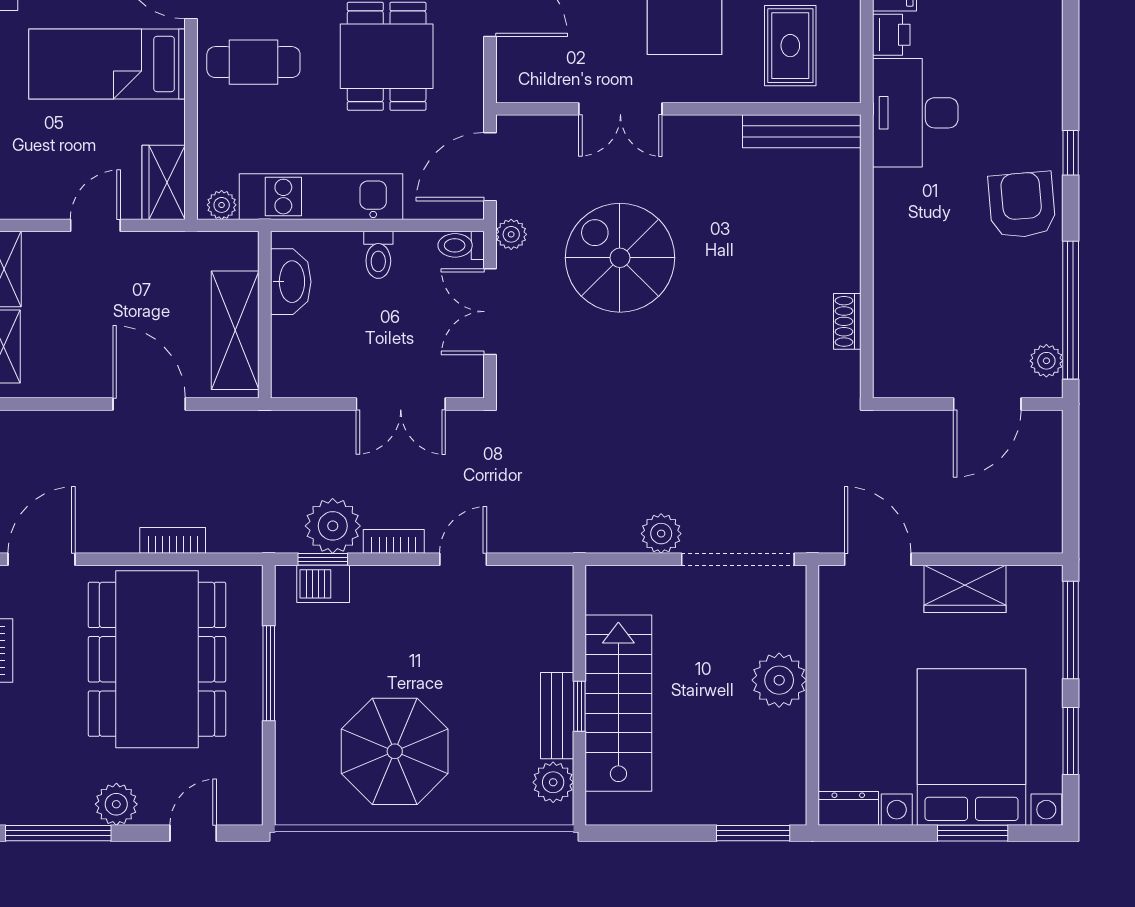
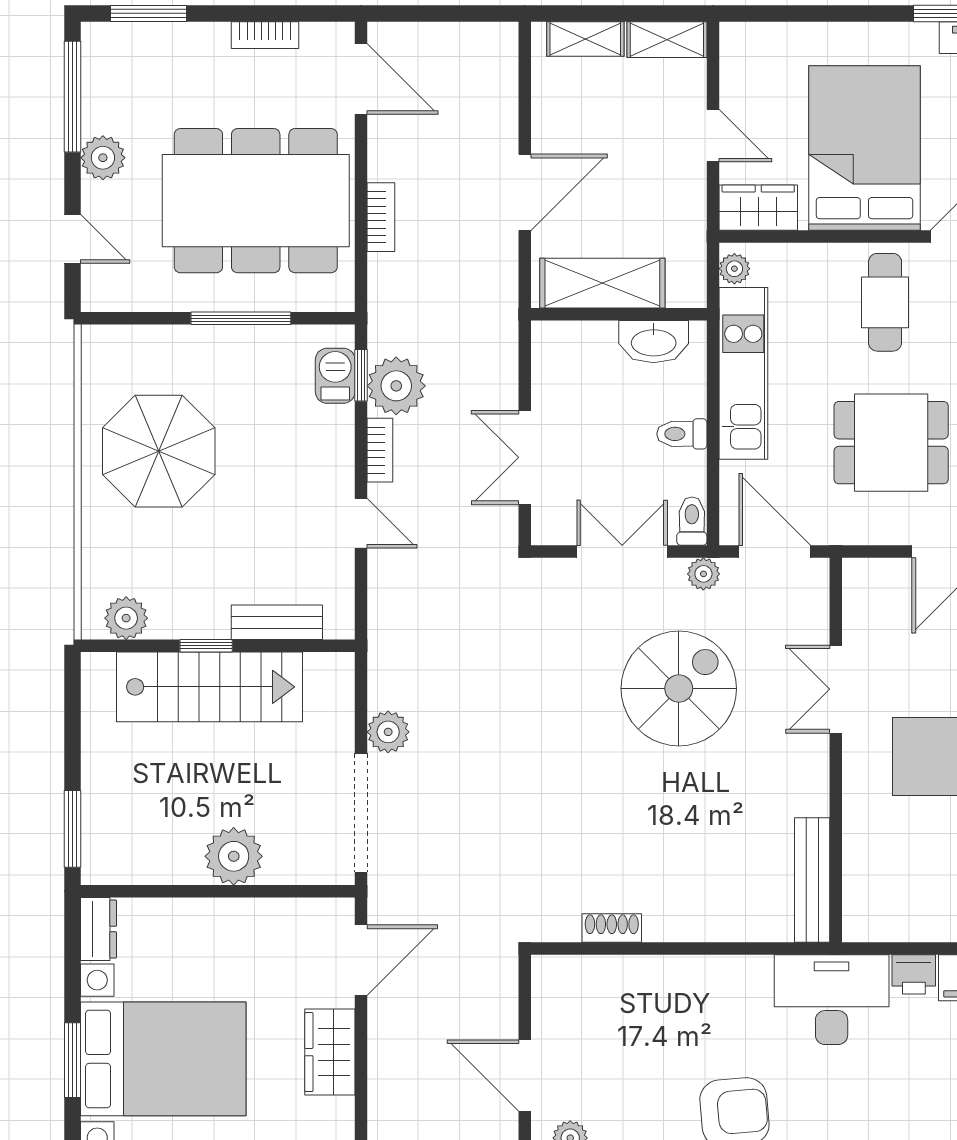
rug: (790, 46) -> (902, 868), removed
bed: (107, 64) -> (864, 148), width x1.50
bench: (557, 716) -> (277, 622), moved

